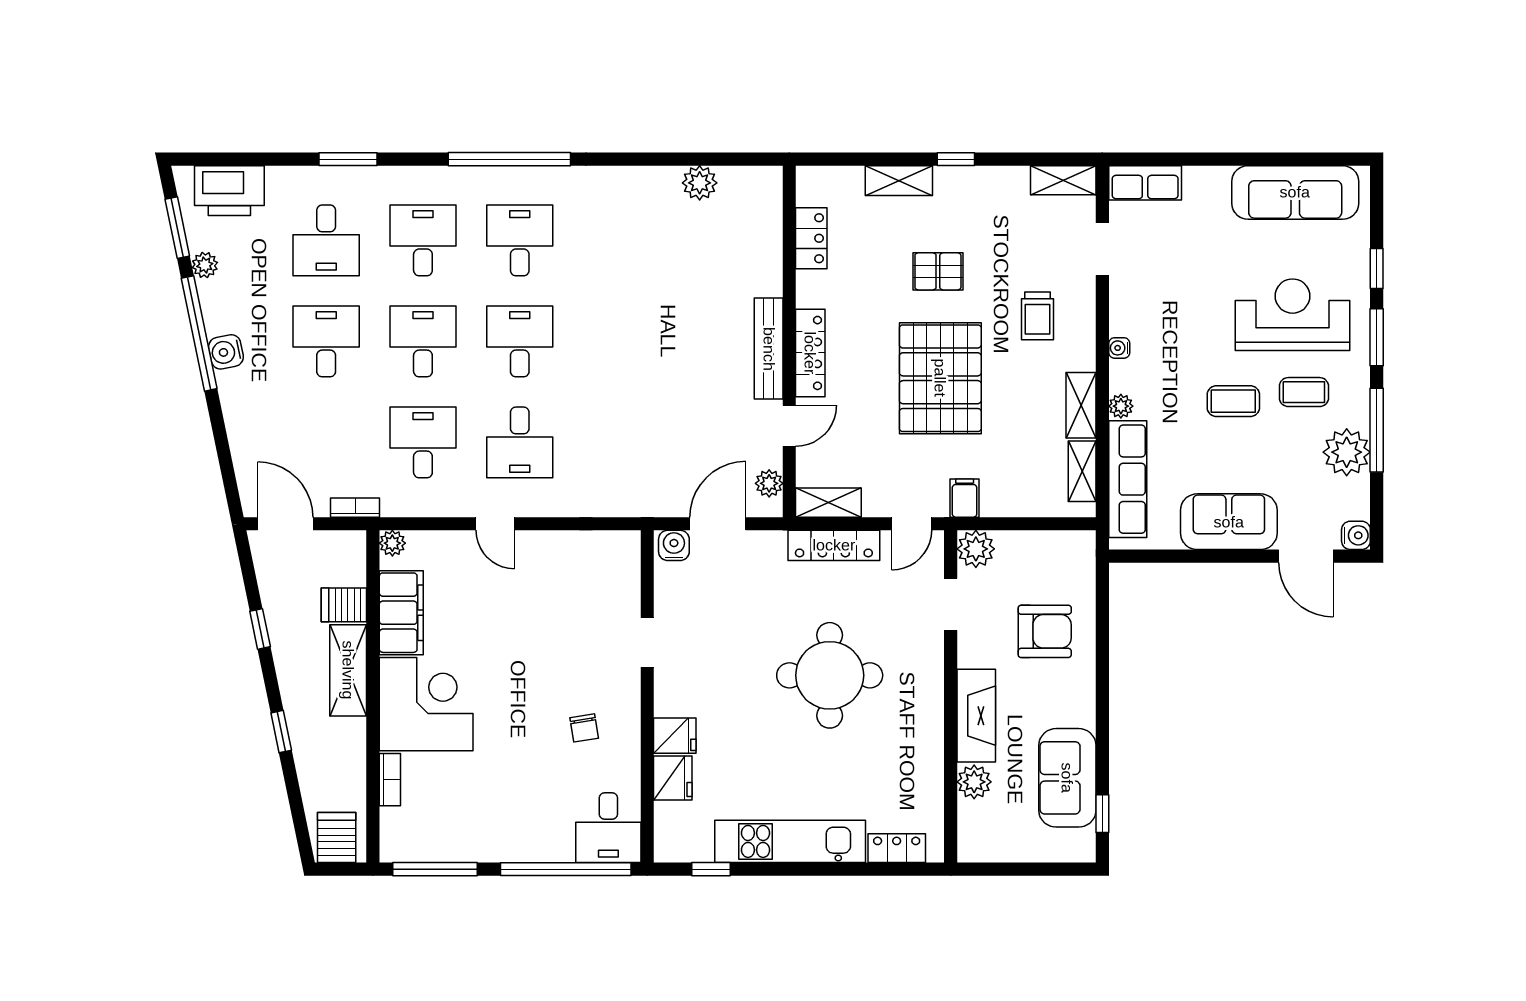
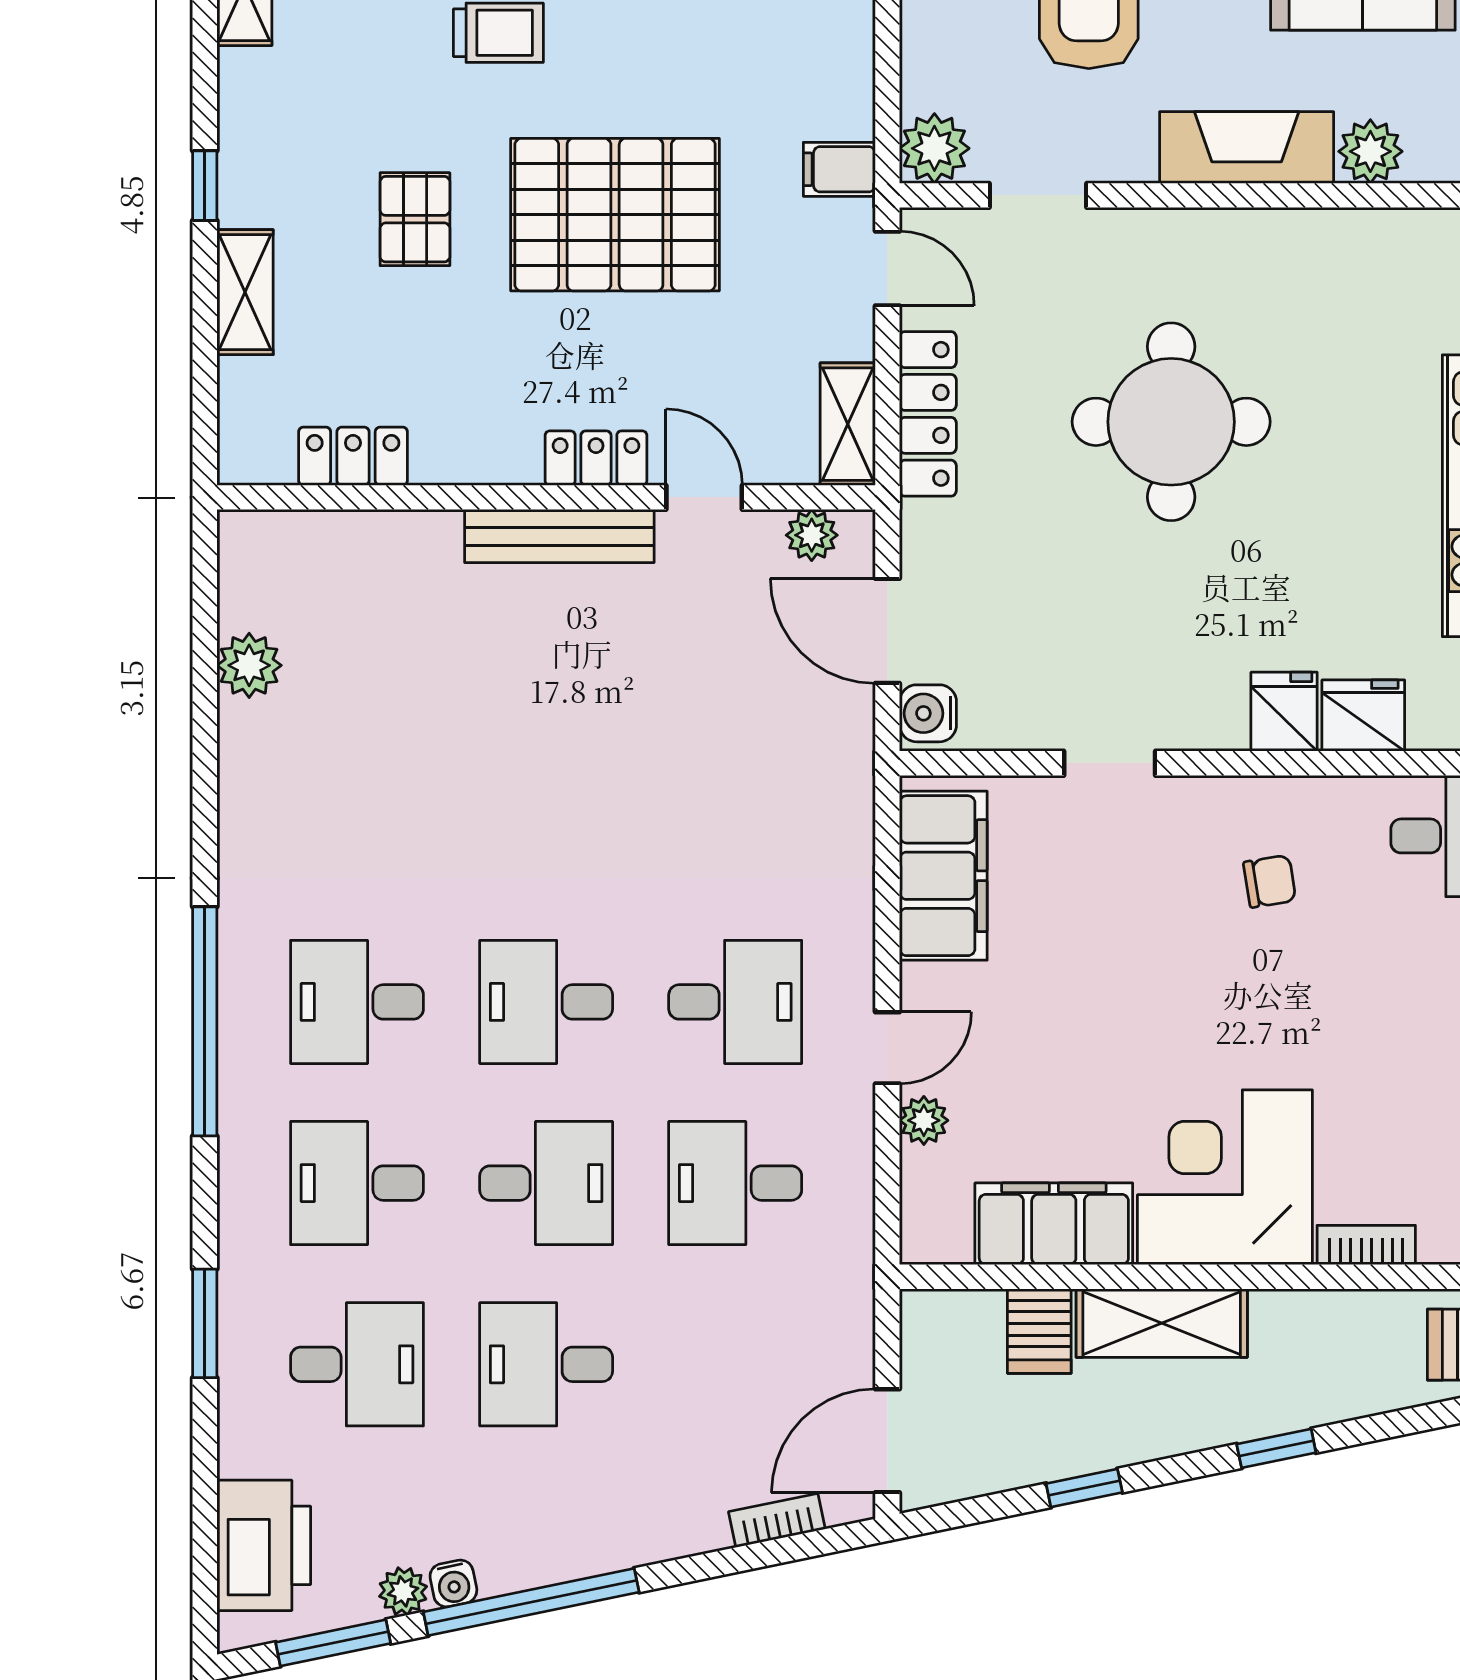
desk: (423, 341) -> (546, 1183), turned 180
water cooler: (226, 352) -> (453, 1583), moved, width x0.72, depth x0.72
locker: (810, 353) -> (596, 458), width x0.66
bookcase: (355, 508) -> (777, 1520), moved, turned 78
plant: (392, 543) -> (924, 1120), moved
filing cabinet: (587, 554) -> (943, 876), added

